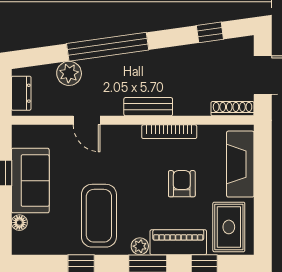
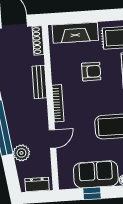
bench: (148, 107) -> (39, 82), moved
bookcase: (169, 132) -> (58, 103), moved
armchair: (182, 184) -> (91, 72), turned 180

